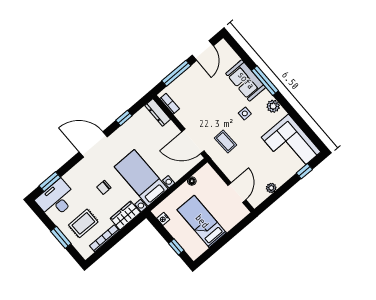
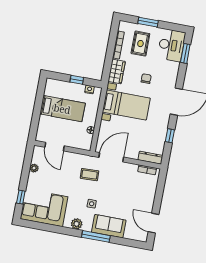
window: (176, 73) -> (159, 194), removed
window: (176, 247) -> (77, 80), moved

